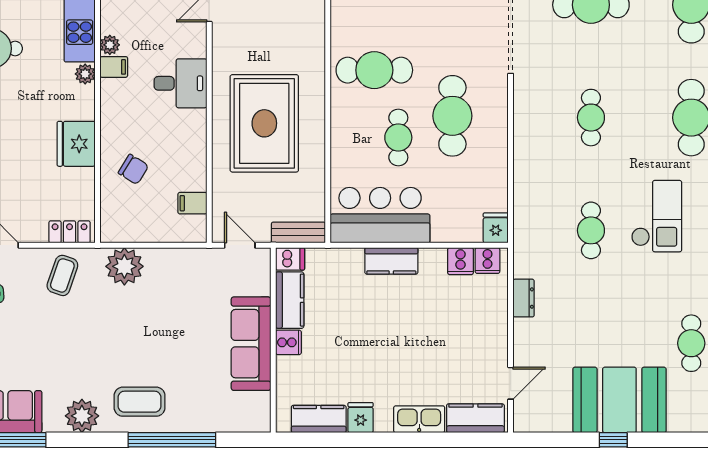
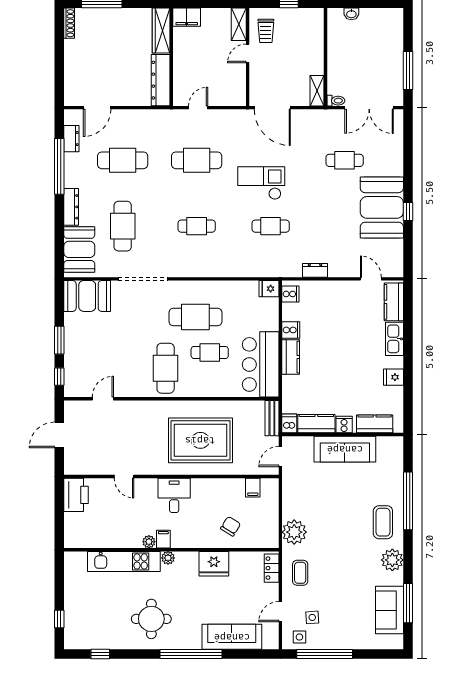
cooker: (460, 261) -> (291, 330), moved
coffee table: (62, 275) -> (300, 573), turned 71
kitchen counter: (319, 419) -> (375, 424), moved, turned 90

